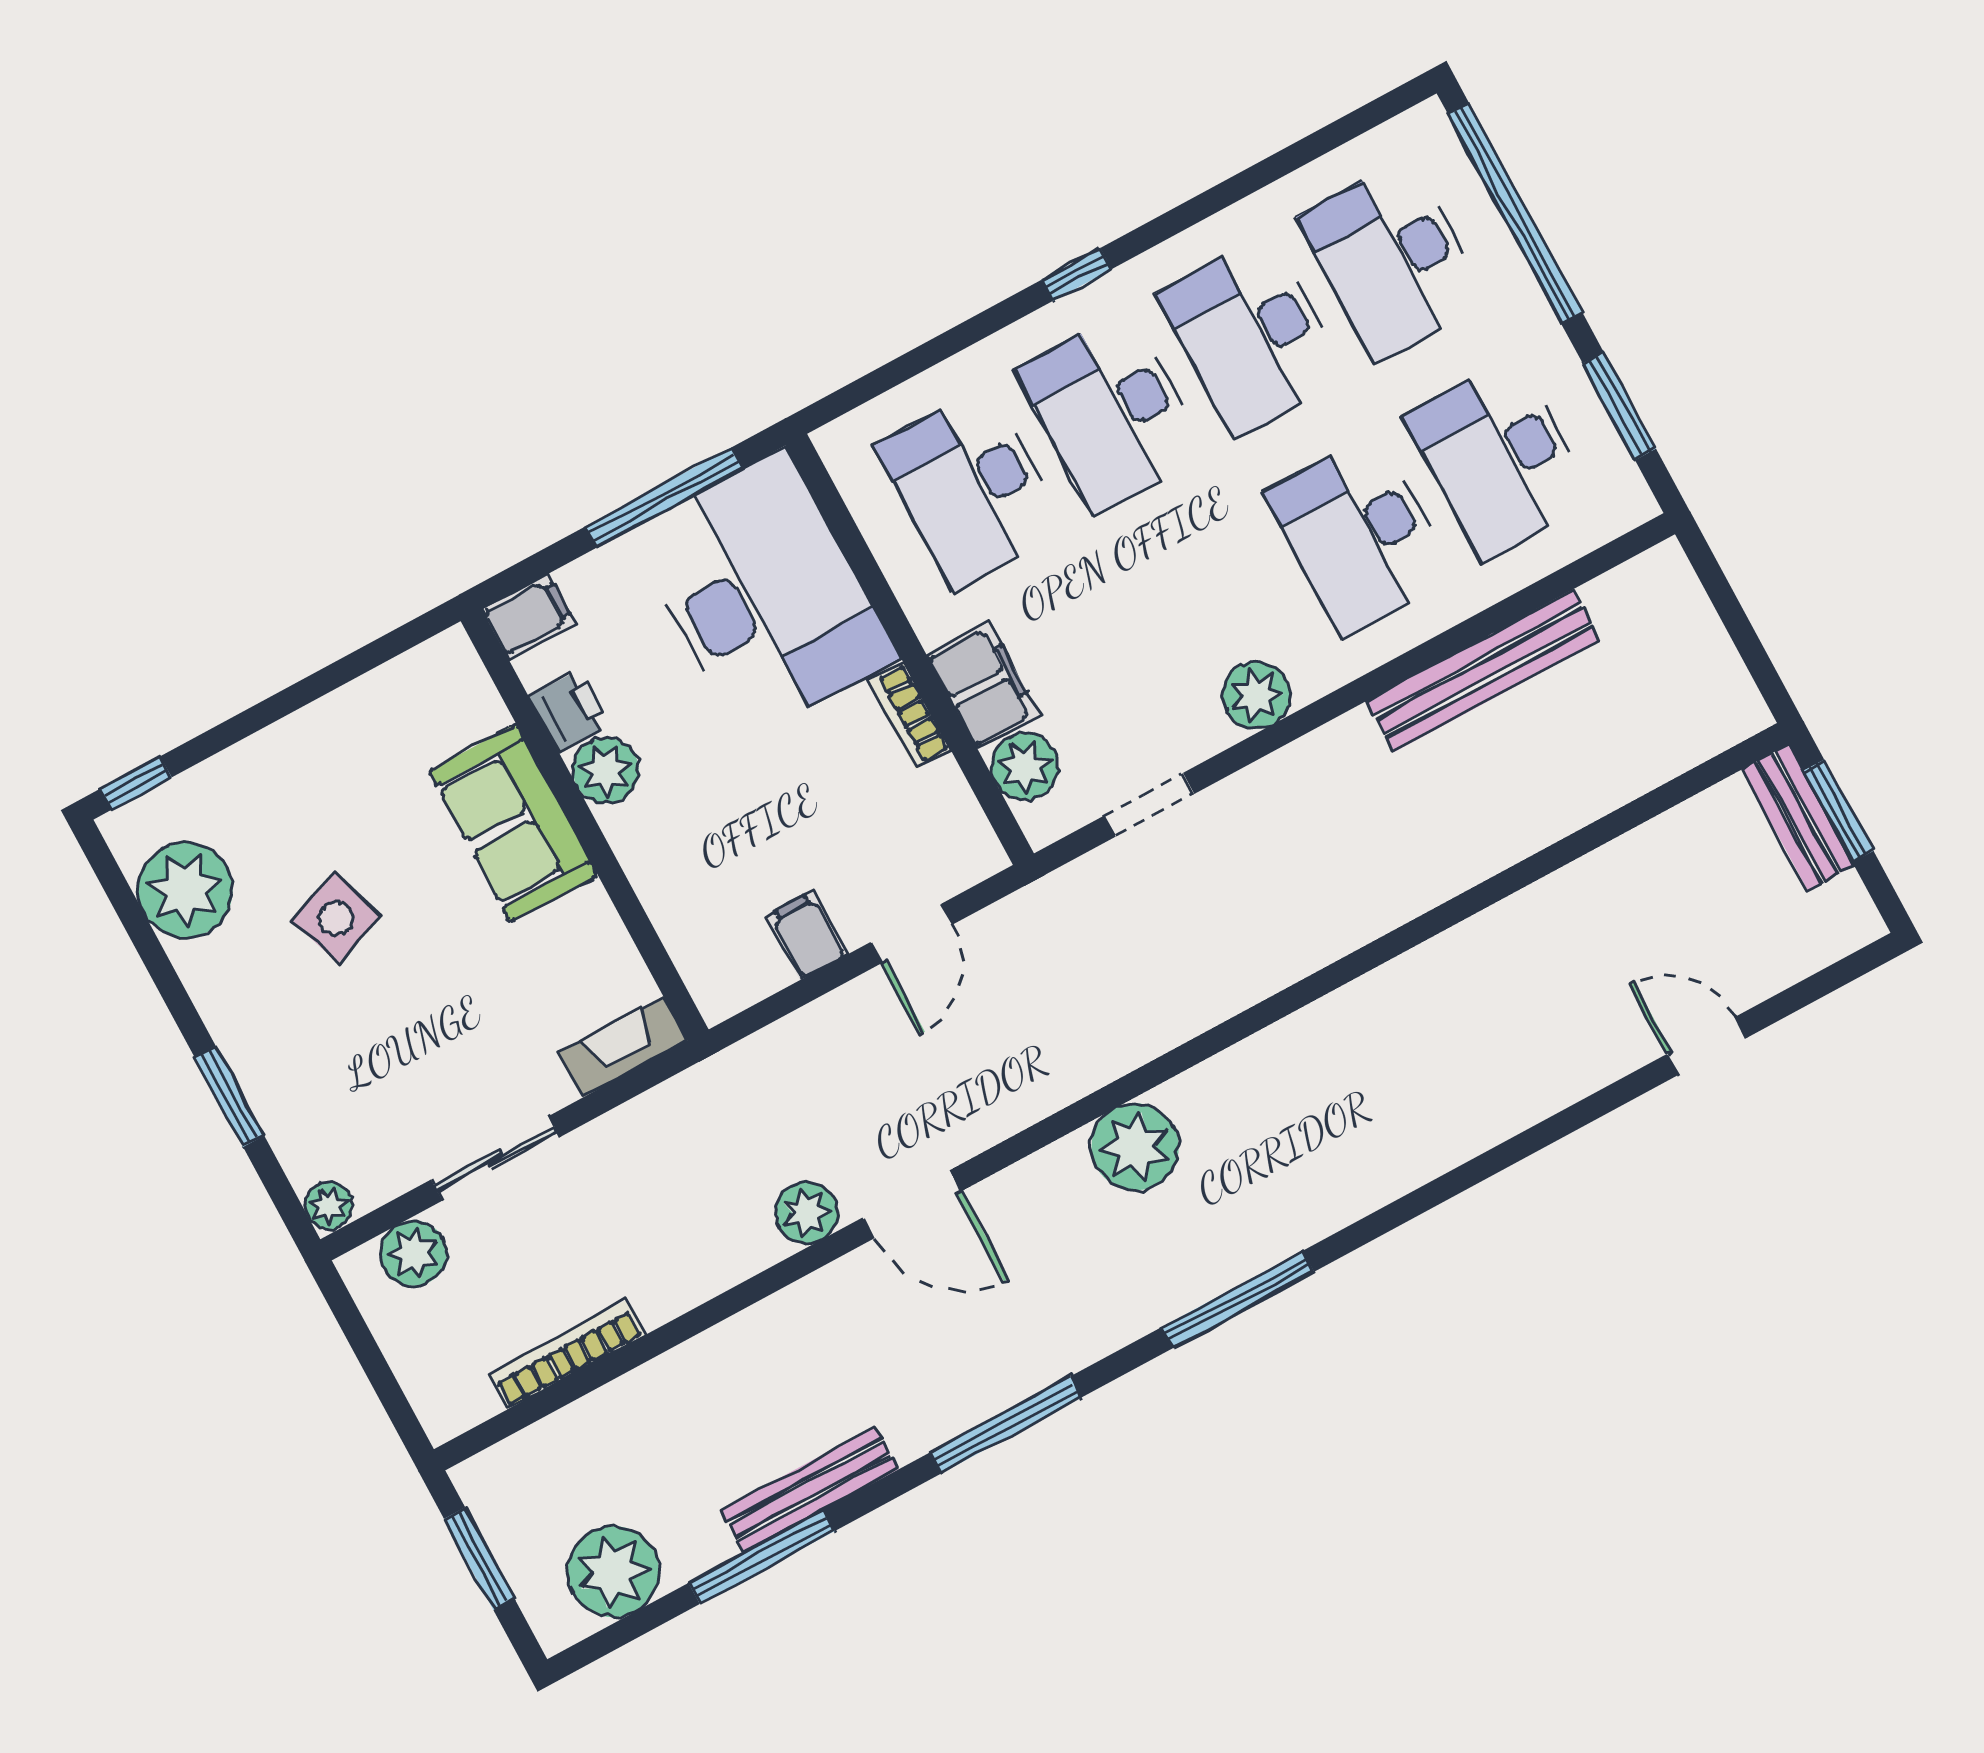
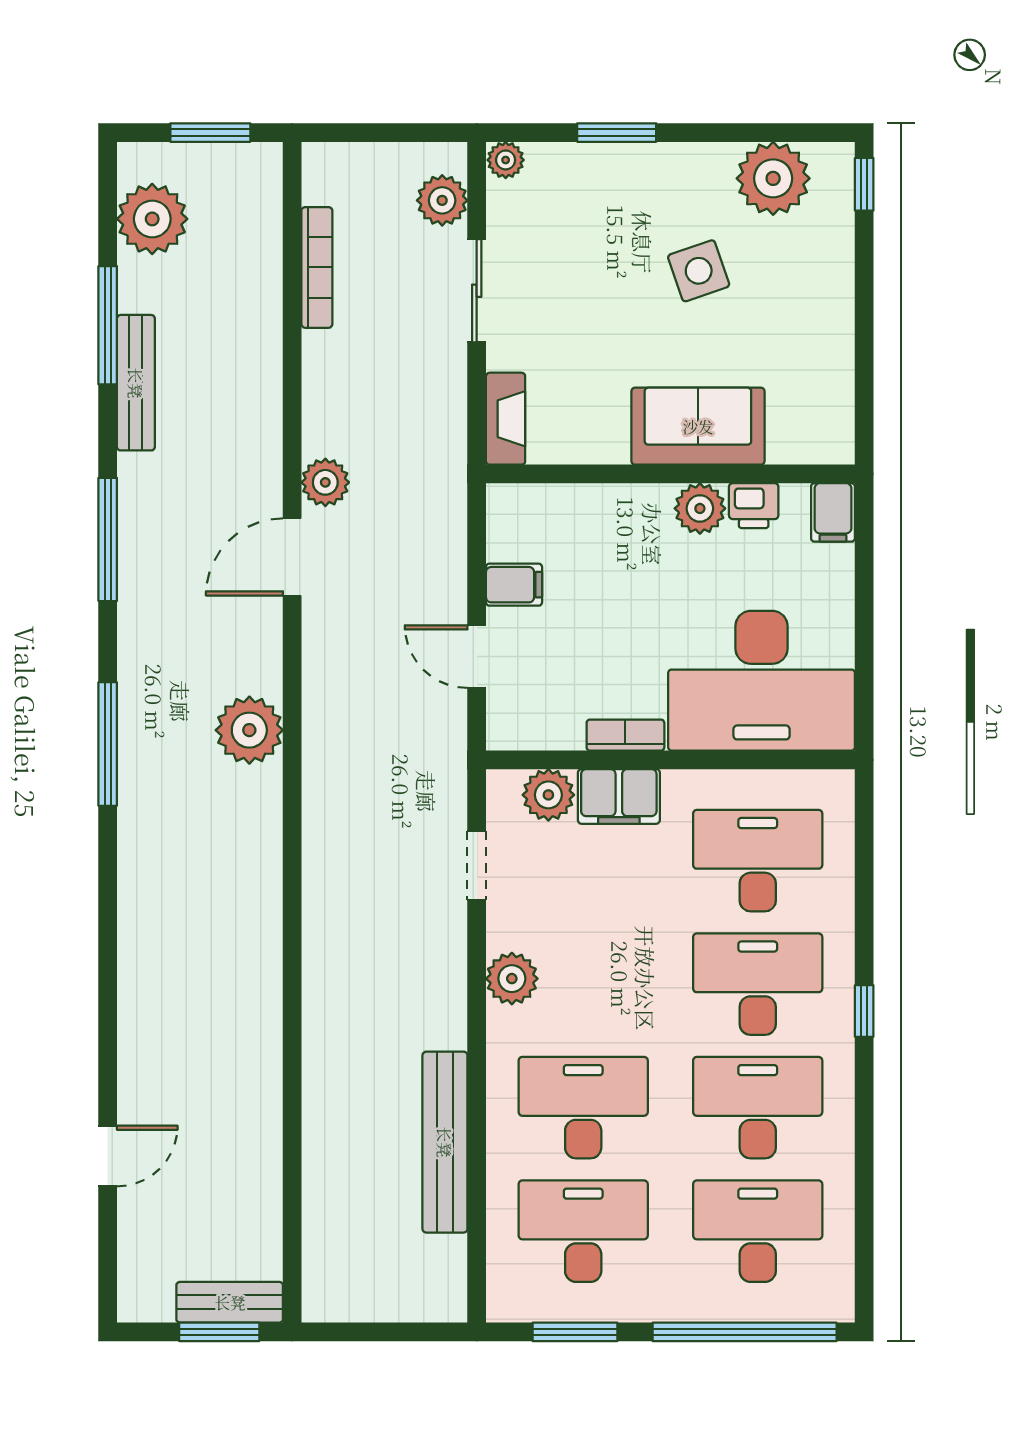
window: (664, 498) -> (864, 648), removed

